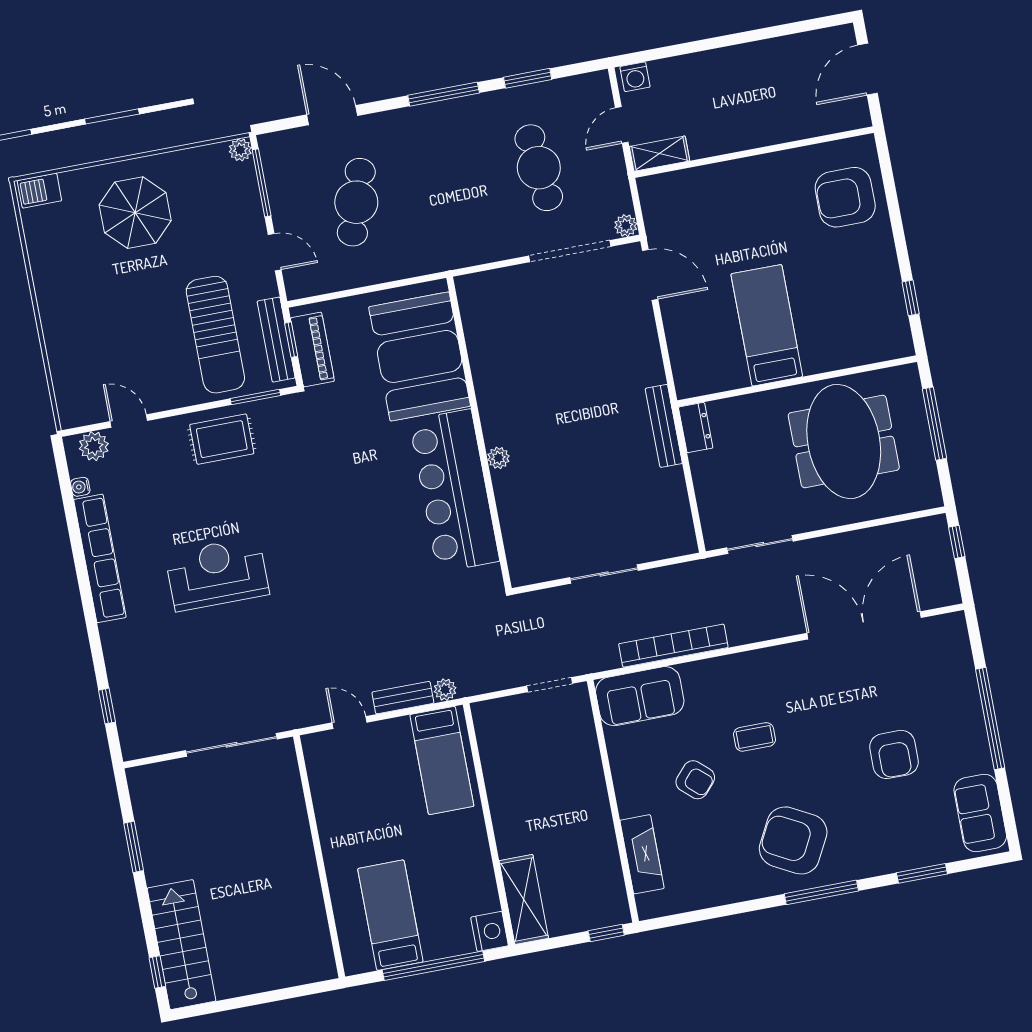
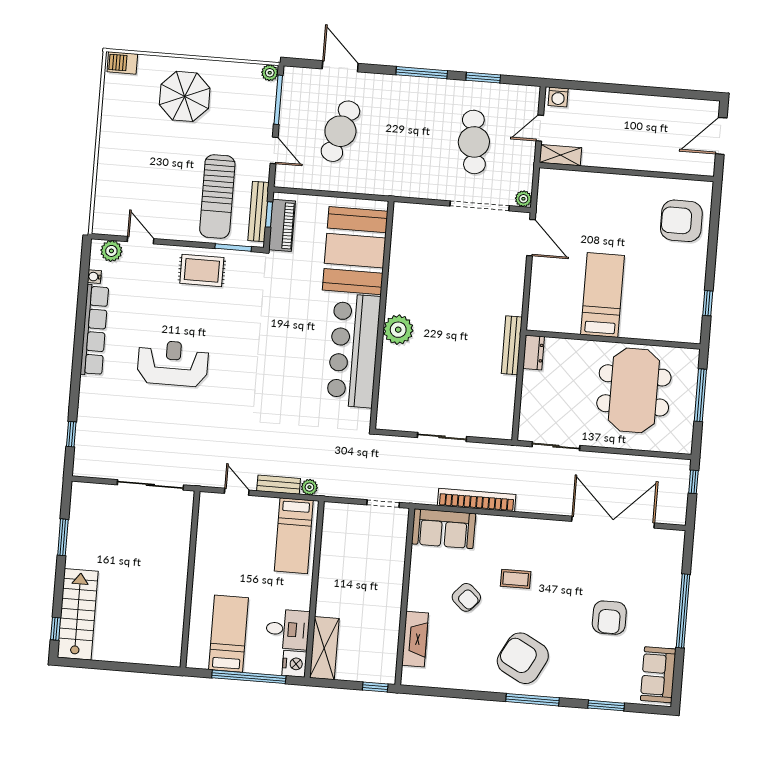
plant: (498, 458) -> (398, 330), width x1.87, depth x1.87
desk: (468, 888) -> (288, 629), added

